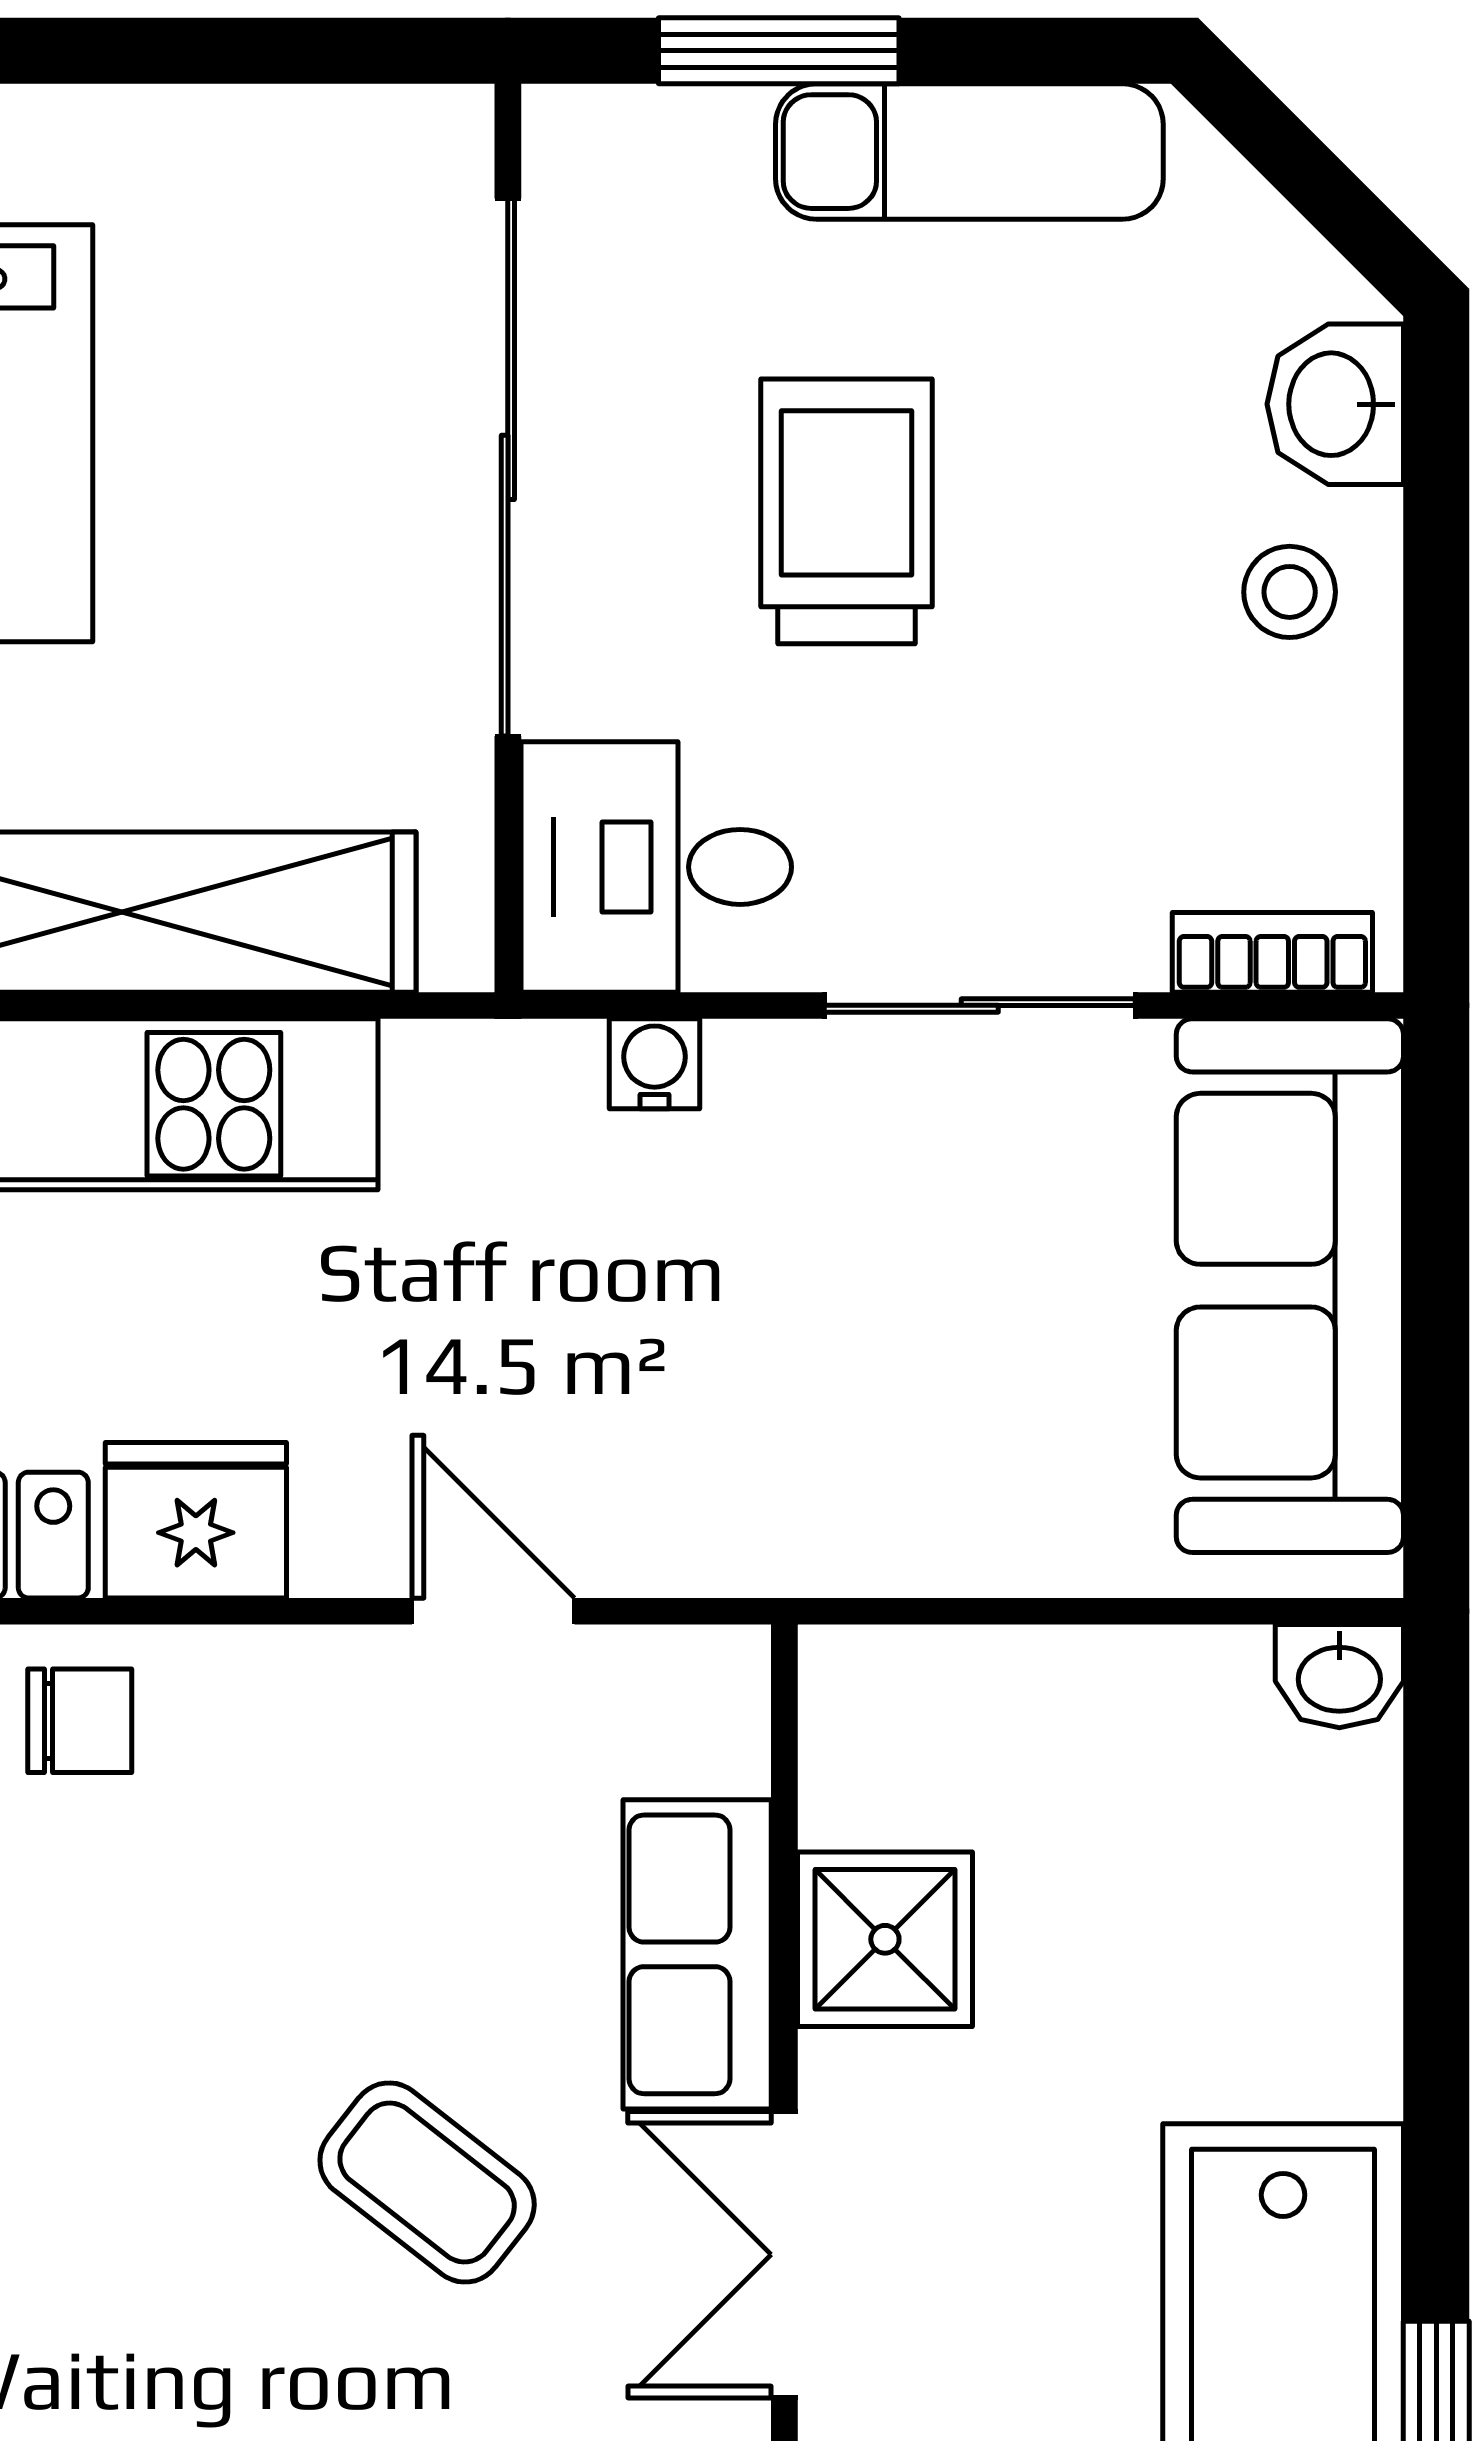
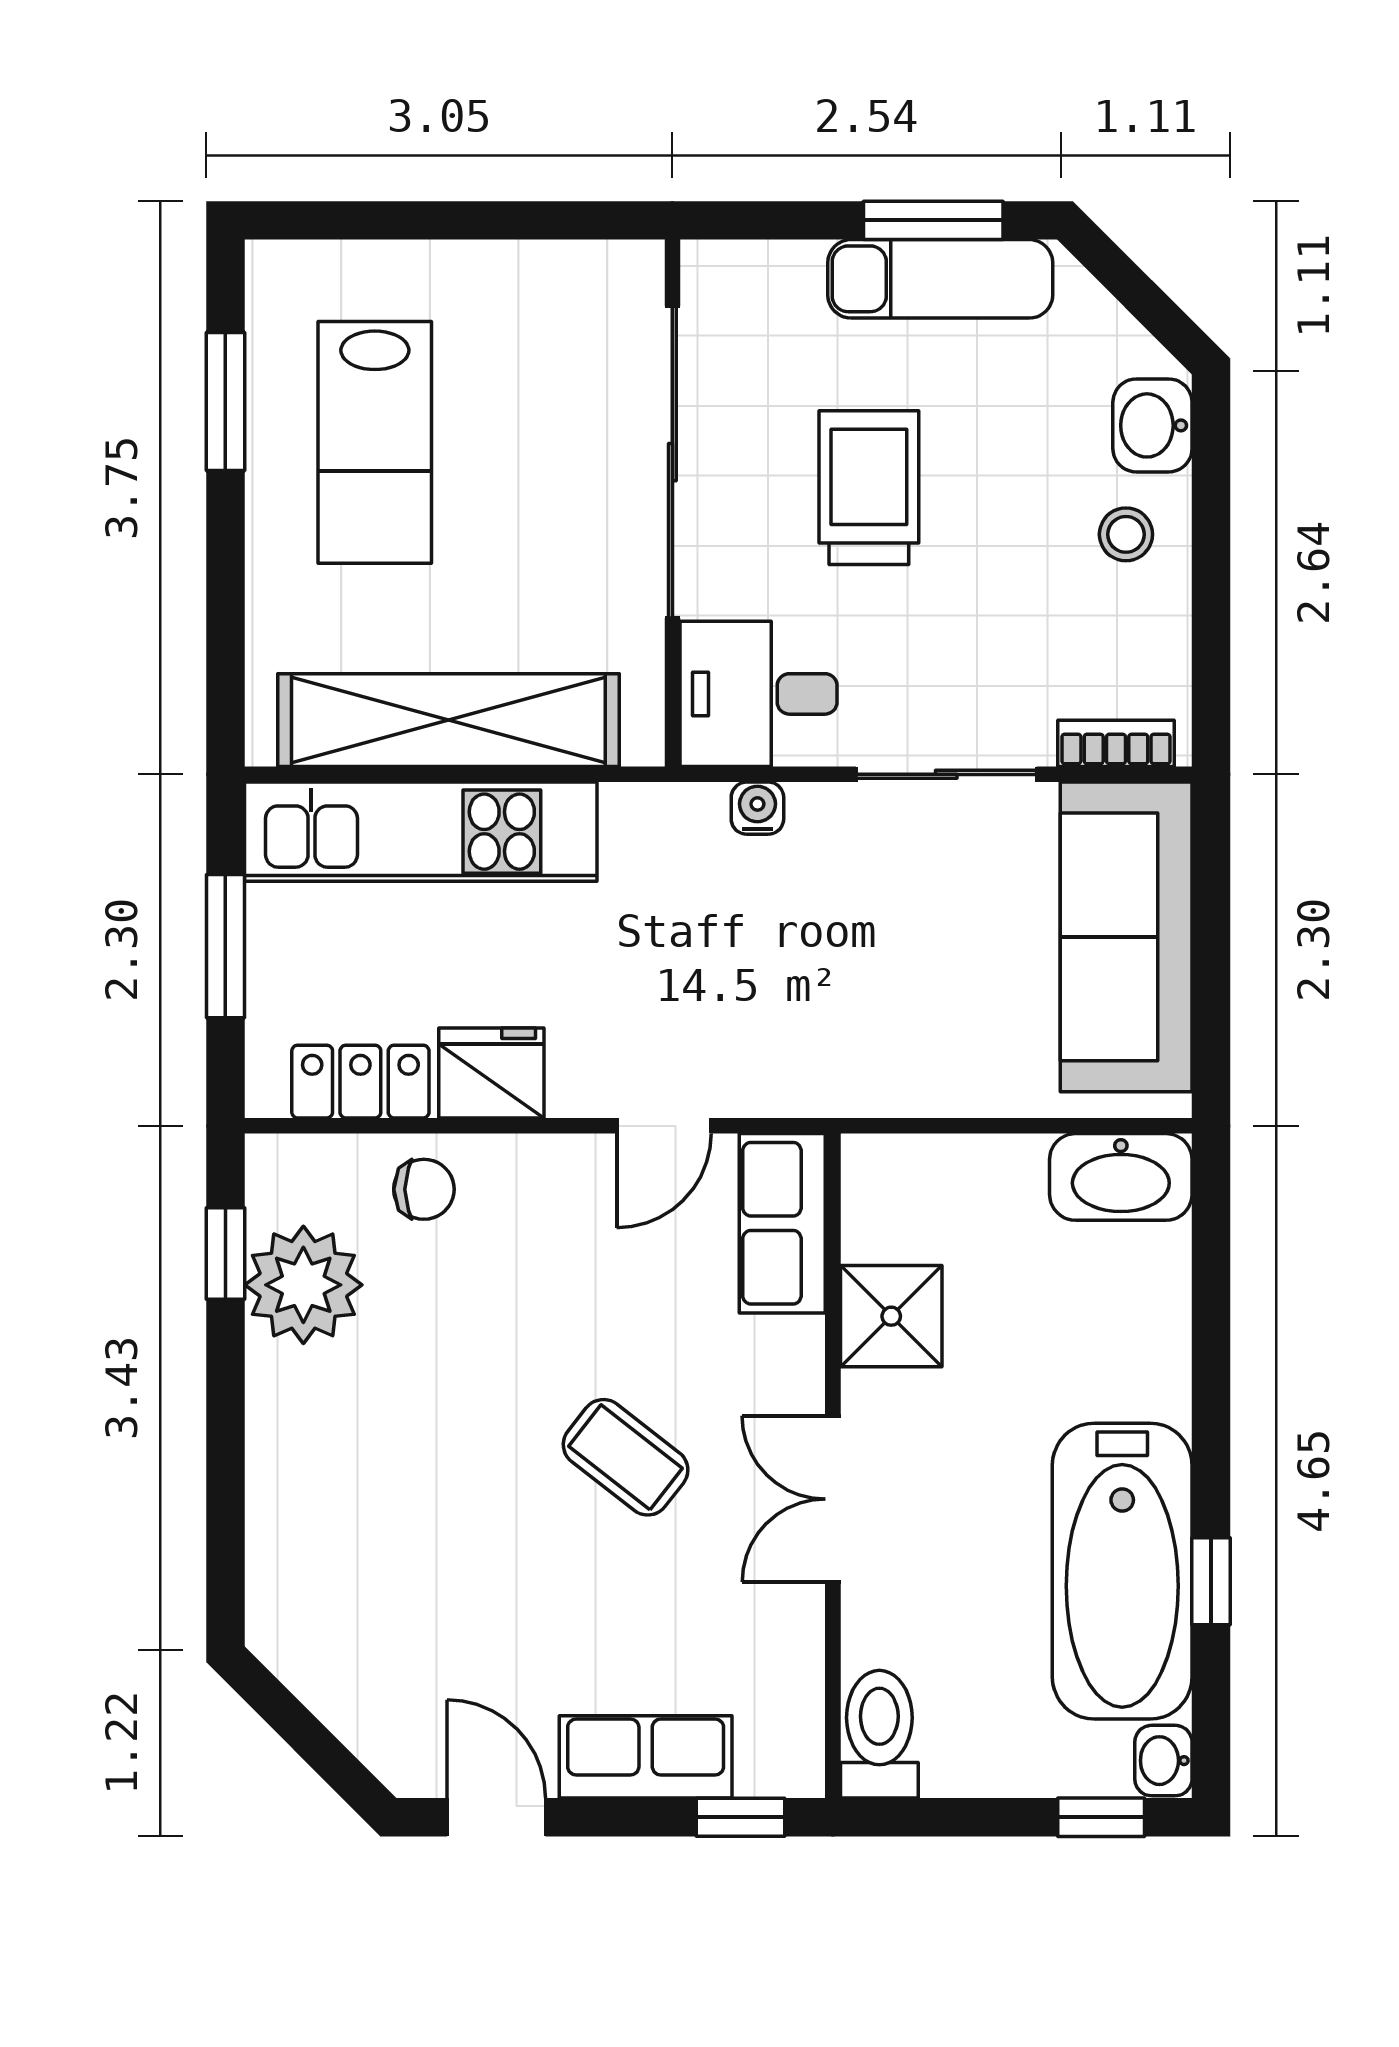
window: (779, 51) -> (933, 220), moved
door: (493, 1611) -> (664, 1126), swing flipped
washbasin: (1339, 1676) -> (1121, 1177), width x1.91, depth x1.45
row of seats: (697, 1954) -> (782, 1223), moved

